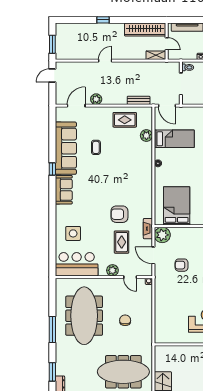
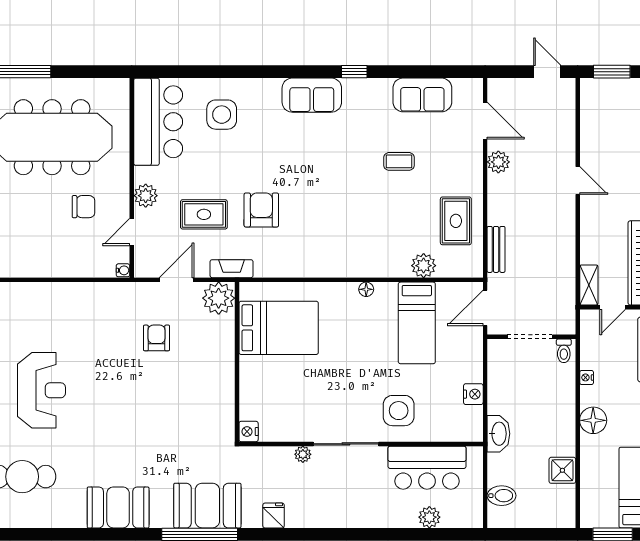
sofa: (66, 148) -> (422, 95), width x0.54, depth x0.79
chair: (125, 320) -> (83, 207), moved

